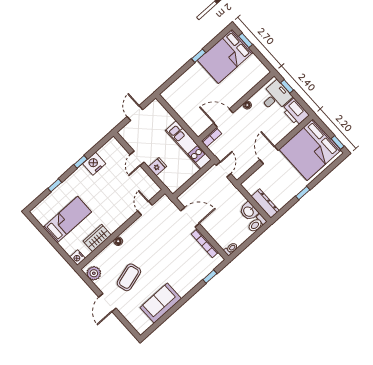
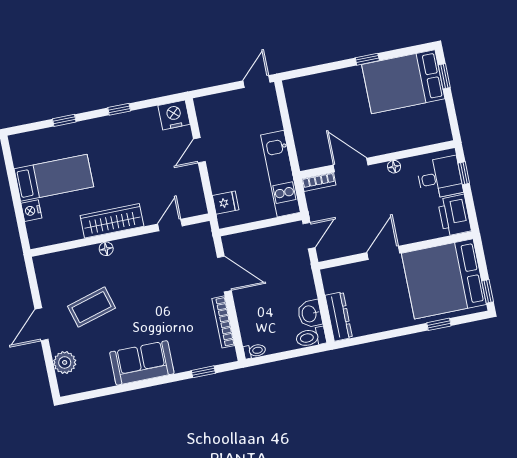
door: (135, 113) -> (257, 82), moved
nightstand: (94, 164) -> (174, 115), moved
fridge: (157, 167) -> (226, 203), moved
window: (303, 193) -> (439, 324), moved
wardrobe: (97, 238) -> (112, 221), moved, width x1.50
nightstand: (78, 258) -> (31, 211), moved
plant: (94, 273) -> (65, 362), moved
sofa: (161, 303) -> (142, 363), moved

